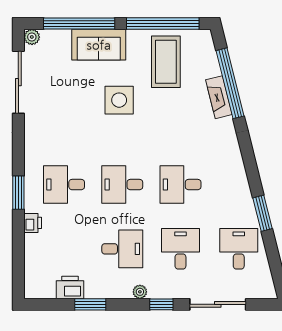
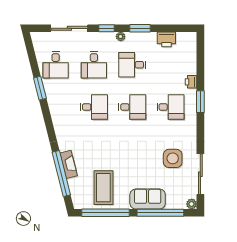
side table: (119, 100) -> (173, 158), moved
window: (90, 304) -> (140, 28), moved

